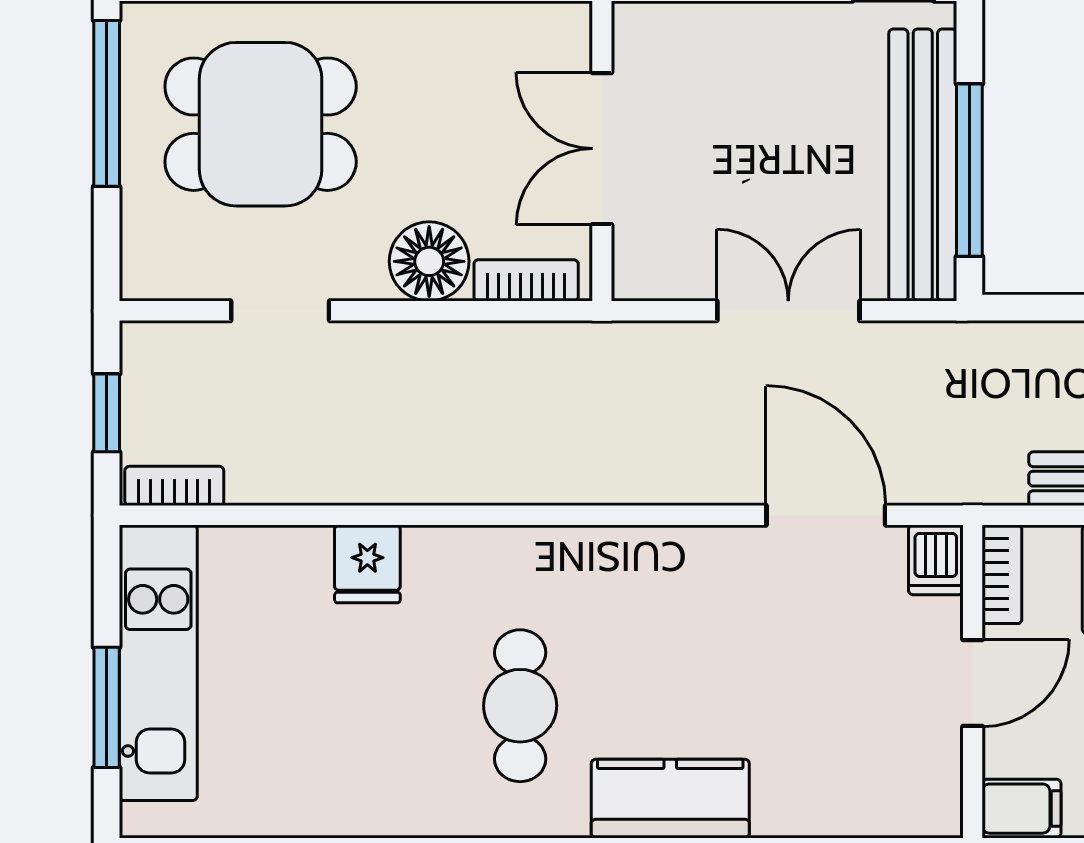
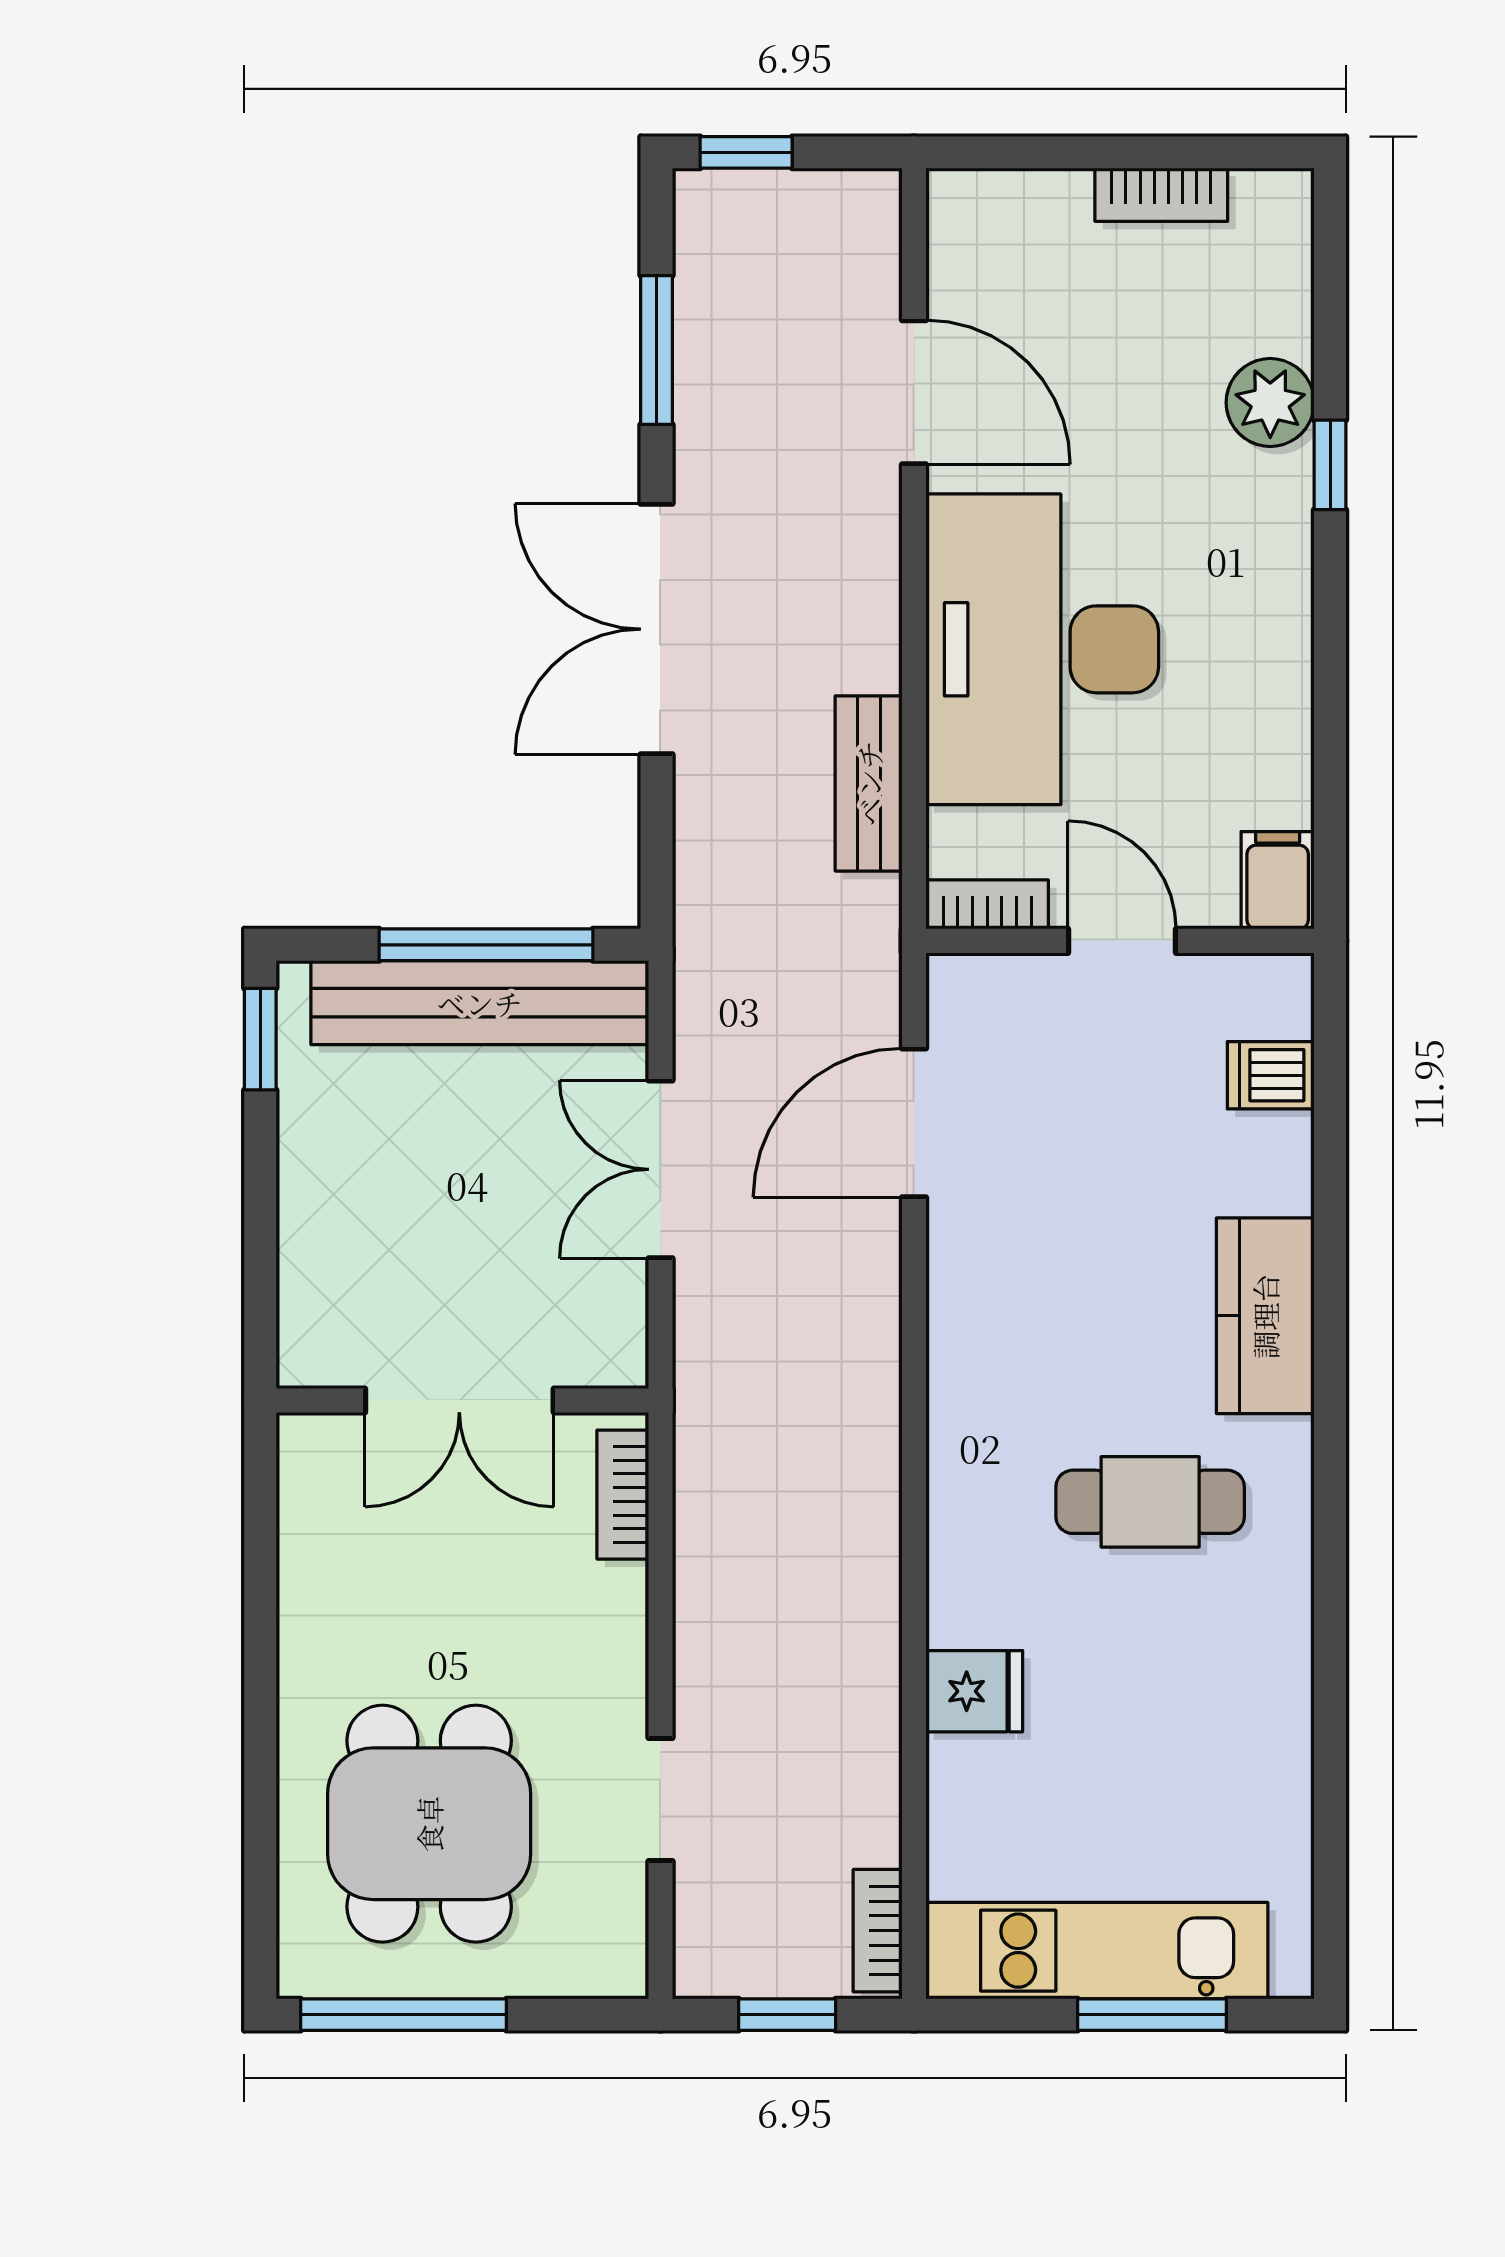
floor lamp: (429, 261) -> (599, 1615), removed
dishwasher: (936, 560) -> (1271, 1075), moved, turned 180

